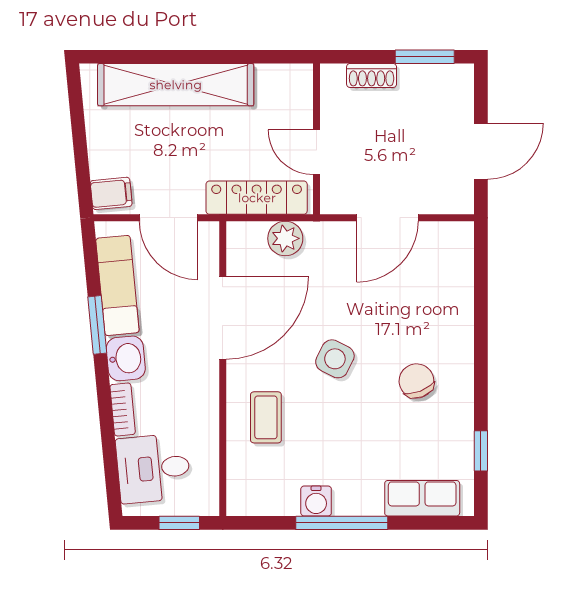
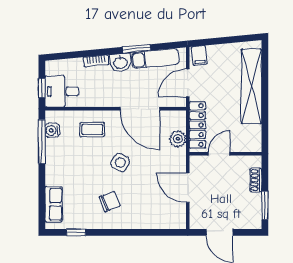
desk: (153, 468) -> (62, 91), moved, turned -85
water cooler: (316, 501) -> (52, 130), moved
window: (342, 523) -> (42, 142), moved

